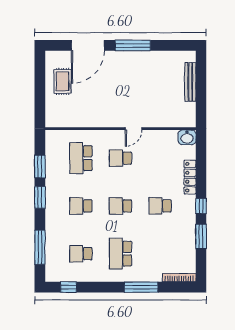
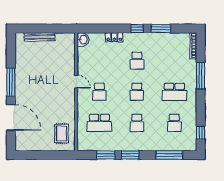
rug: (63, 81) -> (62, 134), moved, turned 90
locker: (190, 177) -> (114, 37), width x0.66

